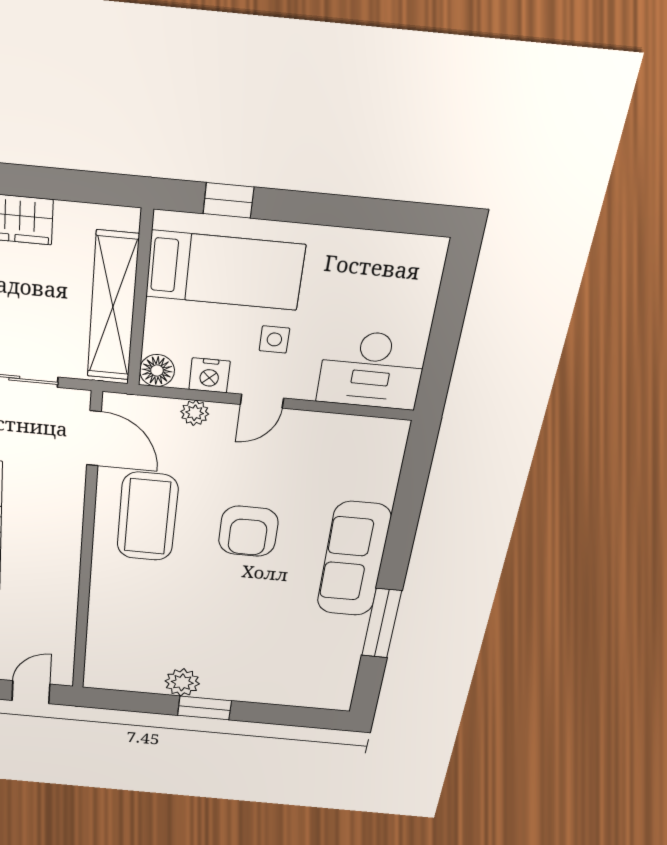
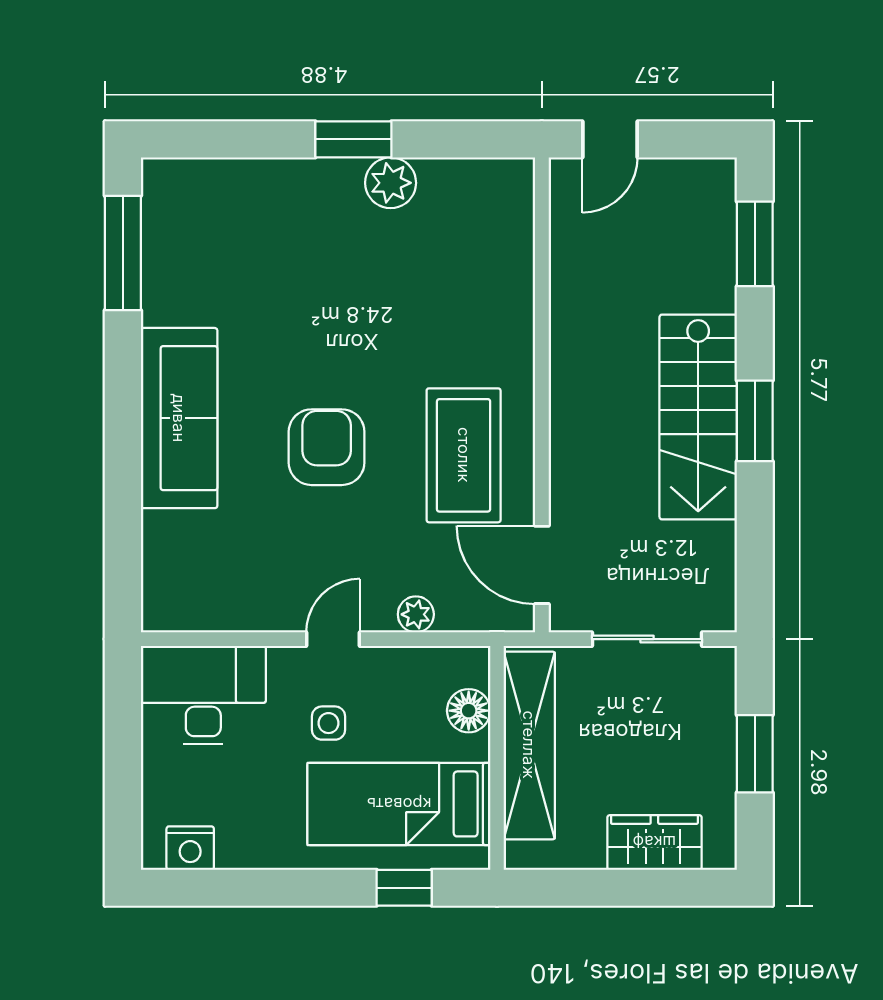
floor lamp: (157, 371) -> (469, 711), moved
nightstand: (209, 375) -> (190, 848), moved, turned 180
window: (382, 623) -> (123, 253), moved

